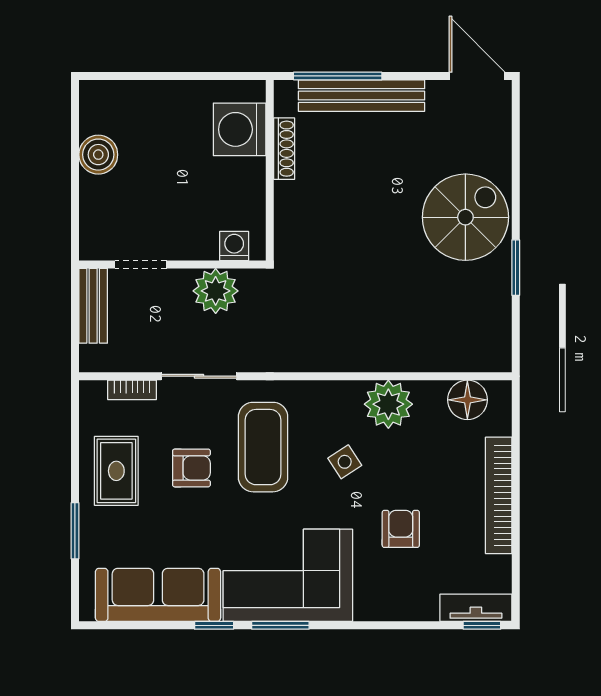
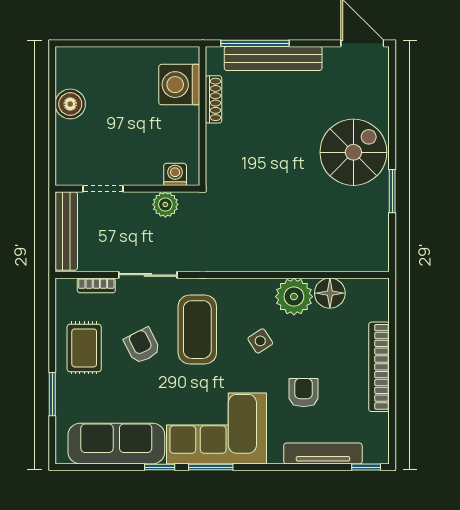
plant: (216, 291) -> (165, 204), width x0.73, depth x0.73
bench: (93, 306) -> (66, 231), width x1.36
floor lamp: (467, 400) -> (330, 293), moved
armchair: (191, 468) -> (142, 346), turned -117
tv unit: (476, 608) -> (323, 453), moved, width x1.41

